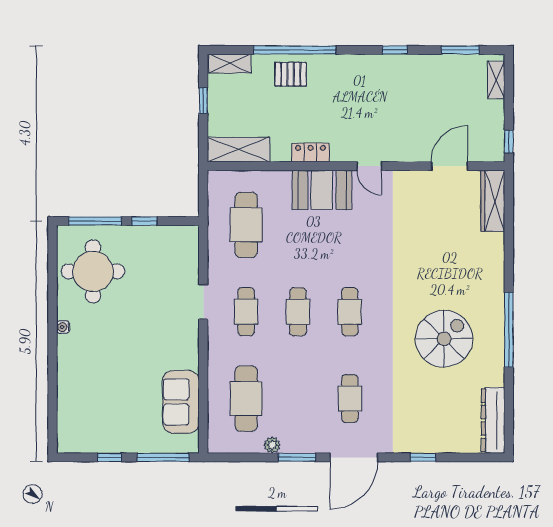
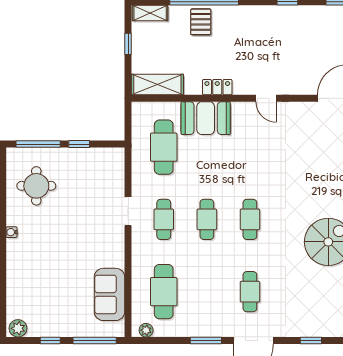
pallet: (291, 74) -> (201, 22), turned 90
booth: (322, 190) -> (206, 118), moved
round table: (93, 271) -> (36, 186), width x0.73, depth x0.73
plant: (71, 443) -> (18, 328), added
plant: (272, 445) -> (146, 330), moved

